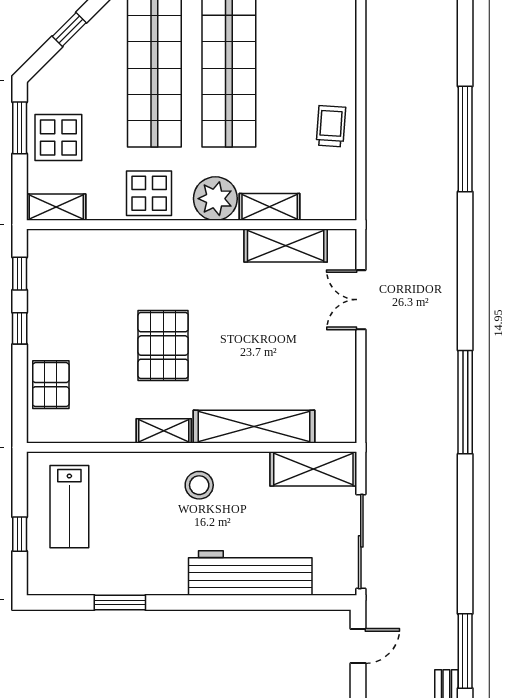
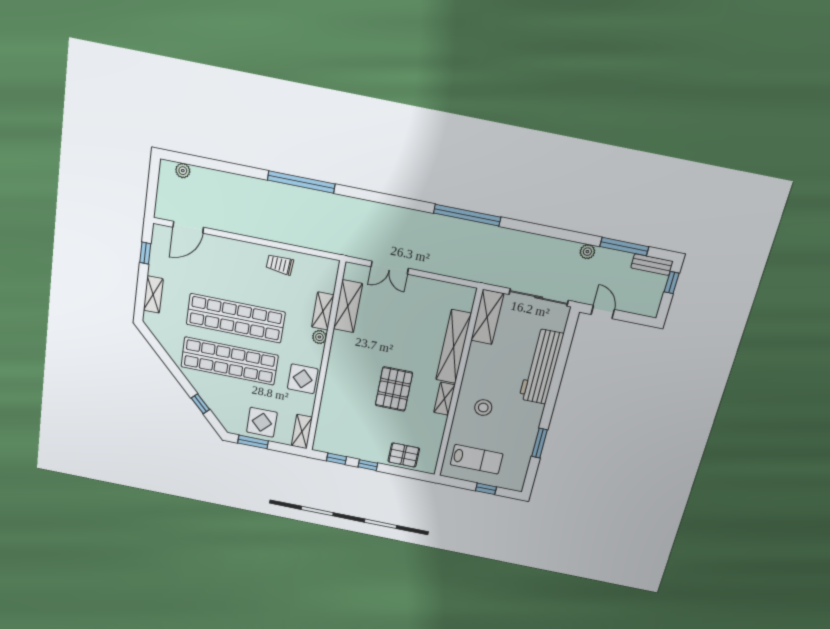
plant: (215, 199) -> (319, 337), width x0.53, depth x0.53
pallet: (163, 346) -> (394, 389), turned 90
stool: (199, 485) -> (483, 408), moved
plant: (446, 598) -> (587, 252), added

